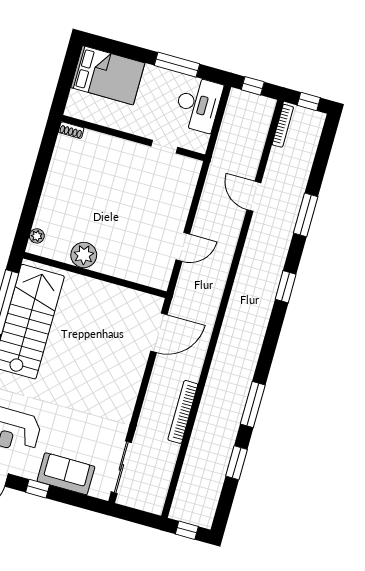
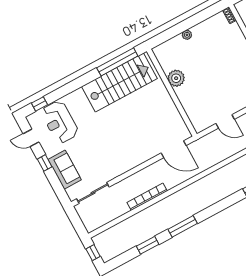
plant: (37, 236) -> (187, 35), moved

